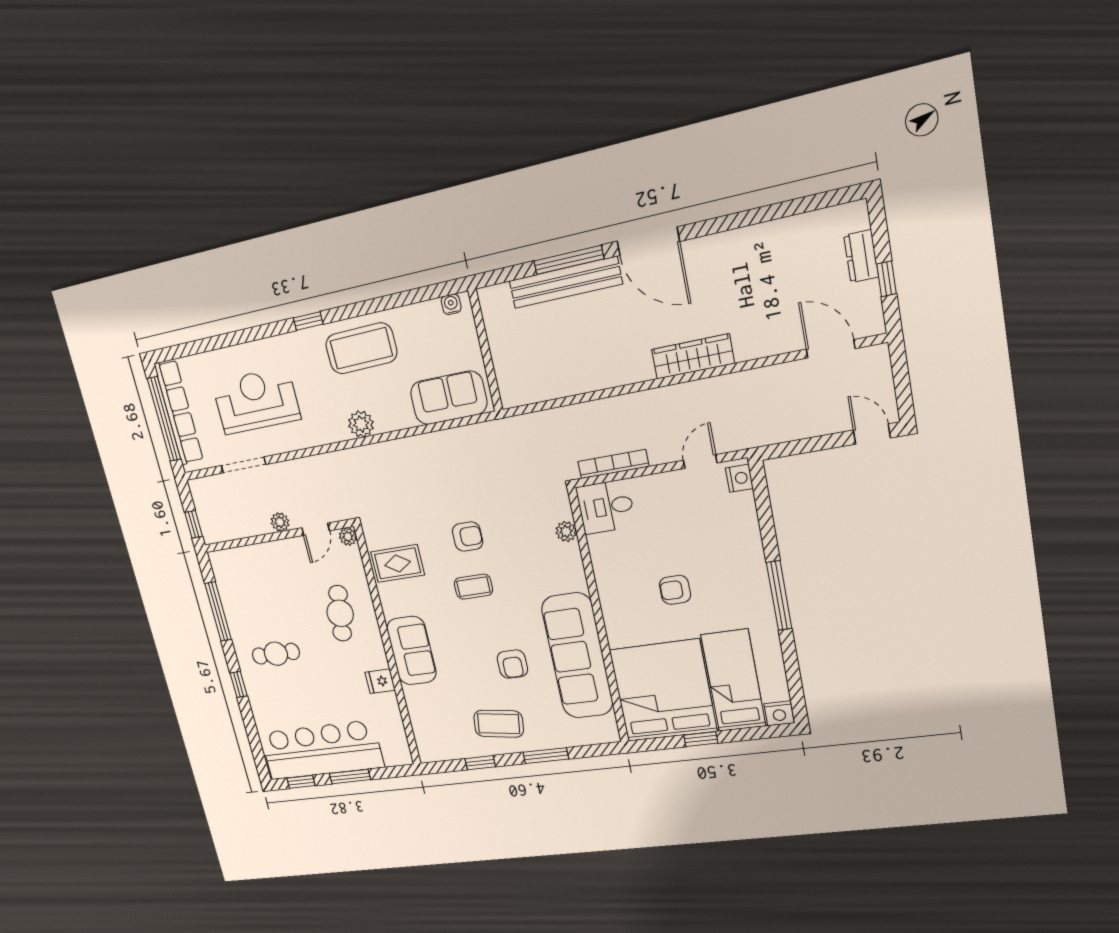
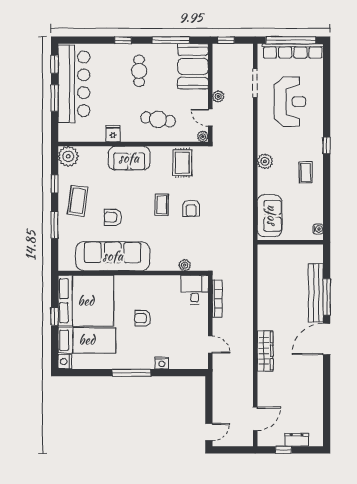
coffee table: (361, 348) -> (306, 172), width x0.54, depth x0.58
nightstand: (739, 478) -> (162, 363), moved
booth: (246, 570) -> (193, 66), added
armchair: (675, 590) -> (143, 318), turned -90
plant: (432, 746) -> (68, 156), added

